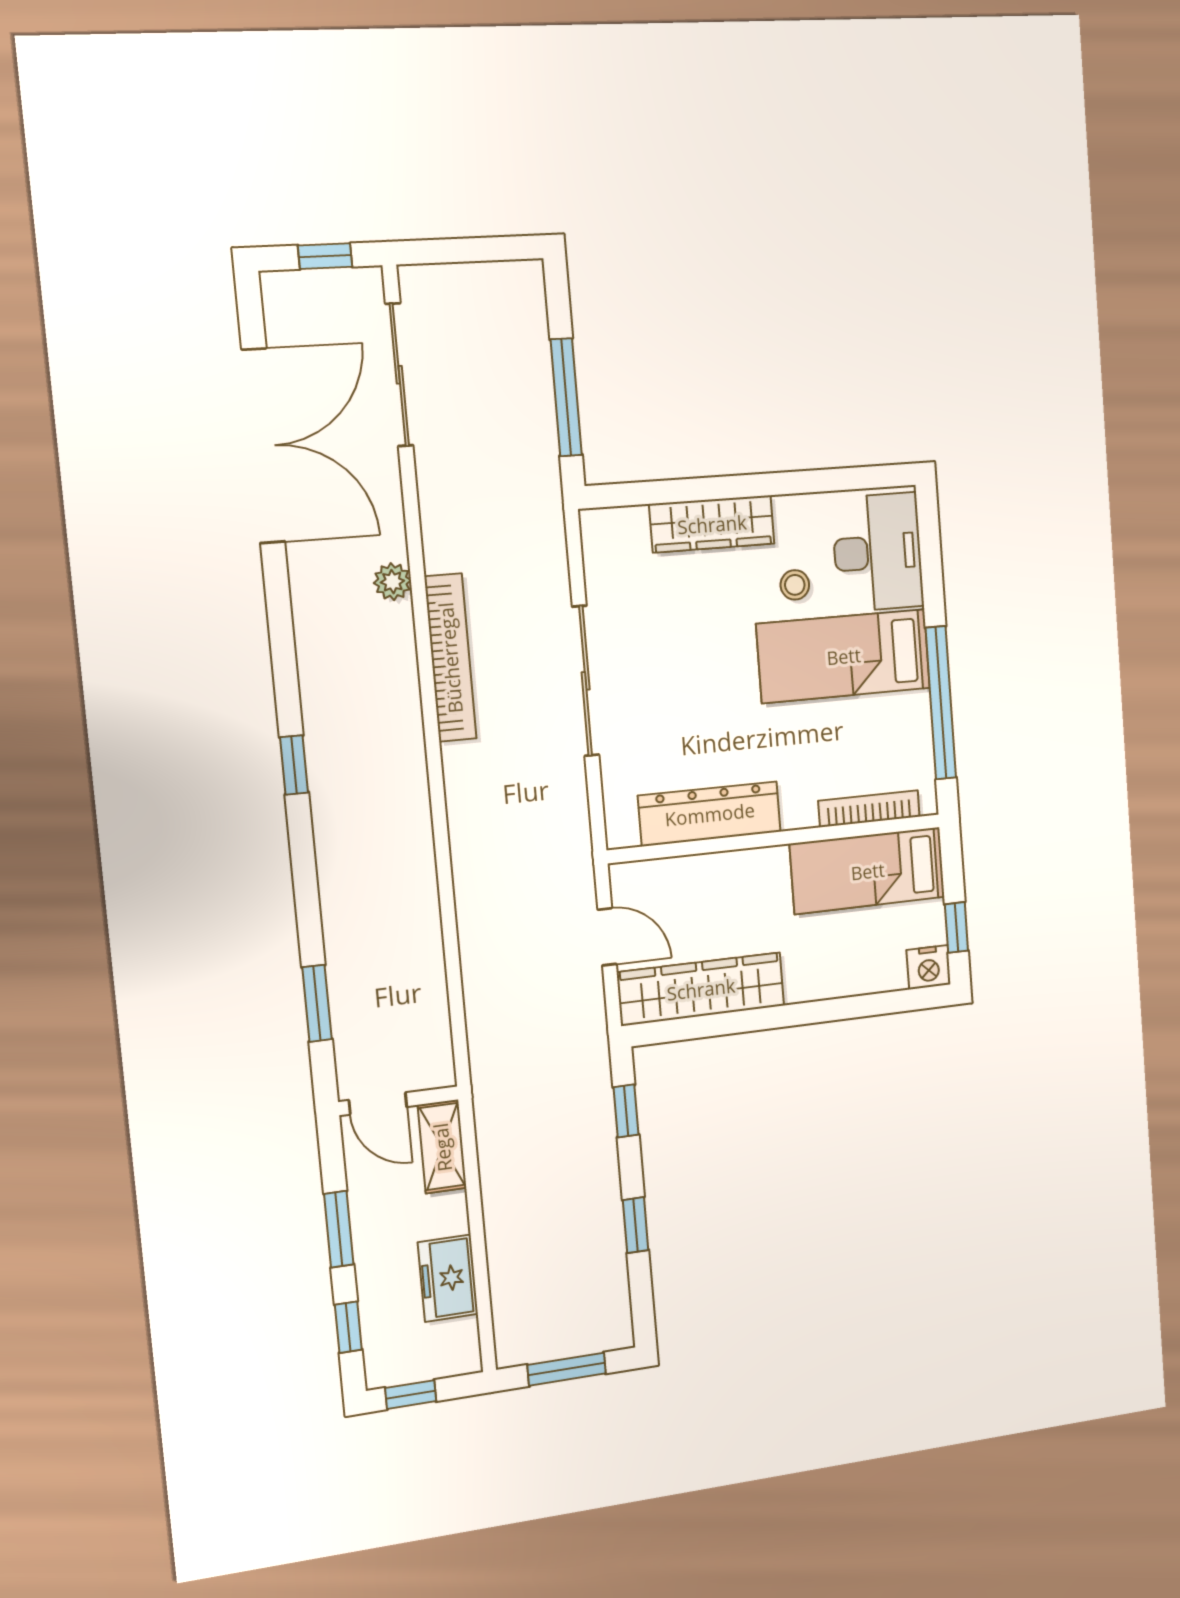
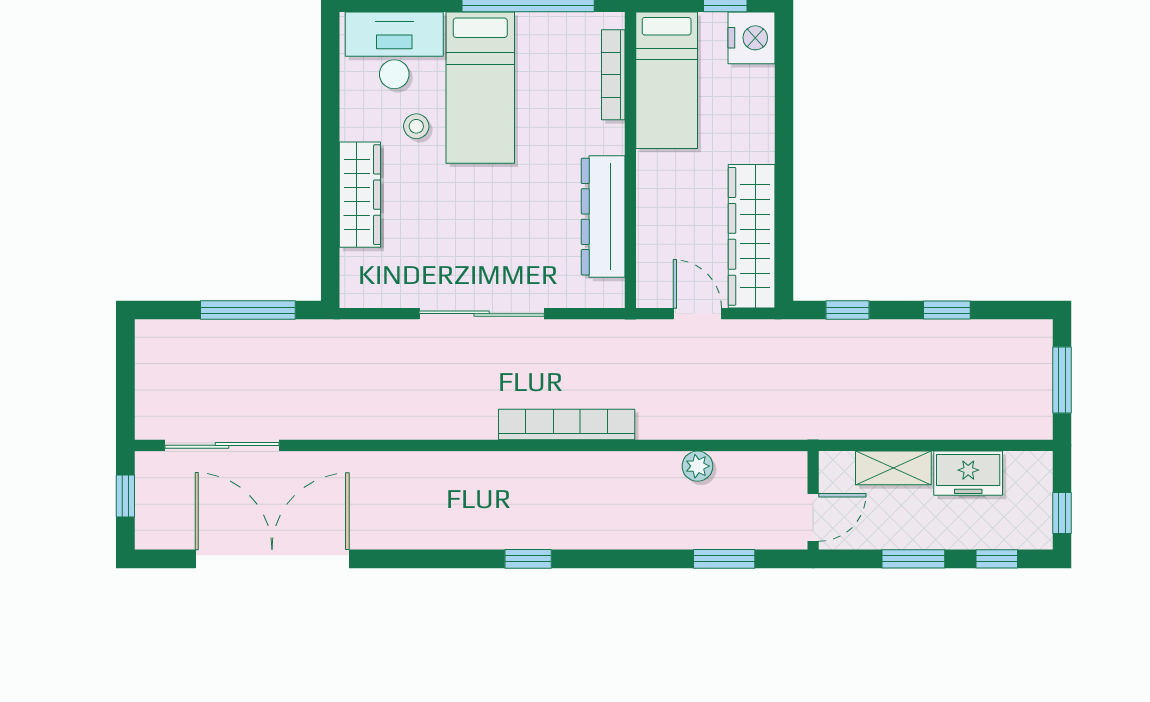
plant: (392, 582) -> (697, 466), moved
bookcase: (450, 658) -> (567, 425), moved
door: (607, 937) -> (697, 314), hinge flipped
nightstand: (929, 967) -> (752, 38), width x1.36, depth x1.33
shelving: (442, 1147) -> (893, 468), moved

